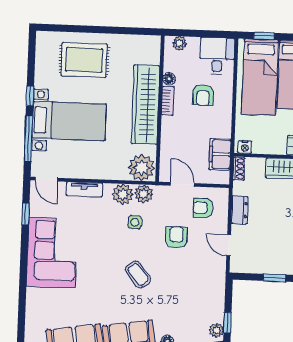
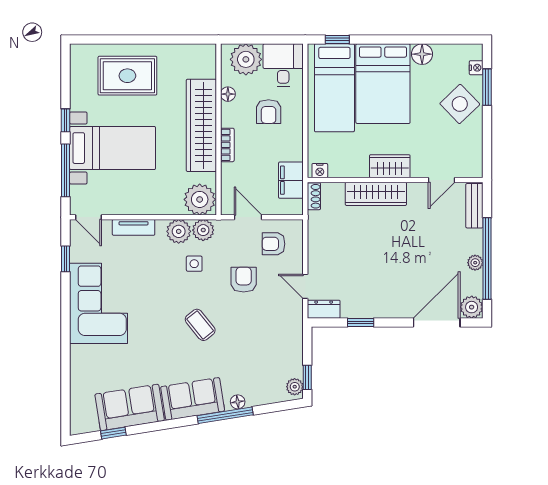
plant: (179, 43) -> (246, 59), width x1.87, depth x1.87
bookcase: (168, 101) -> (227, 145), moved
dresser: (240, 210) -> (324, 309), moved, turned -90

